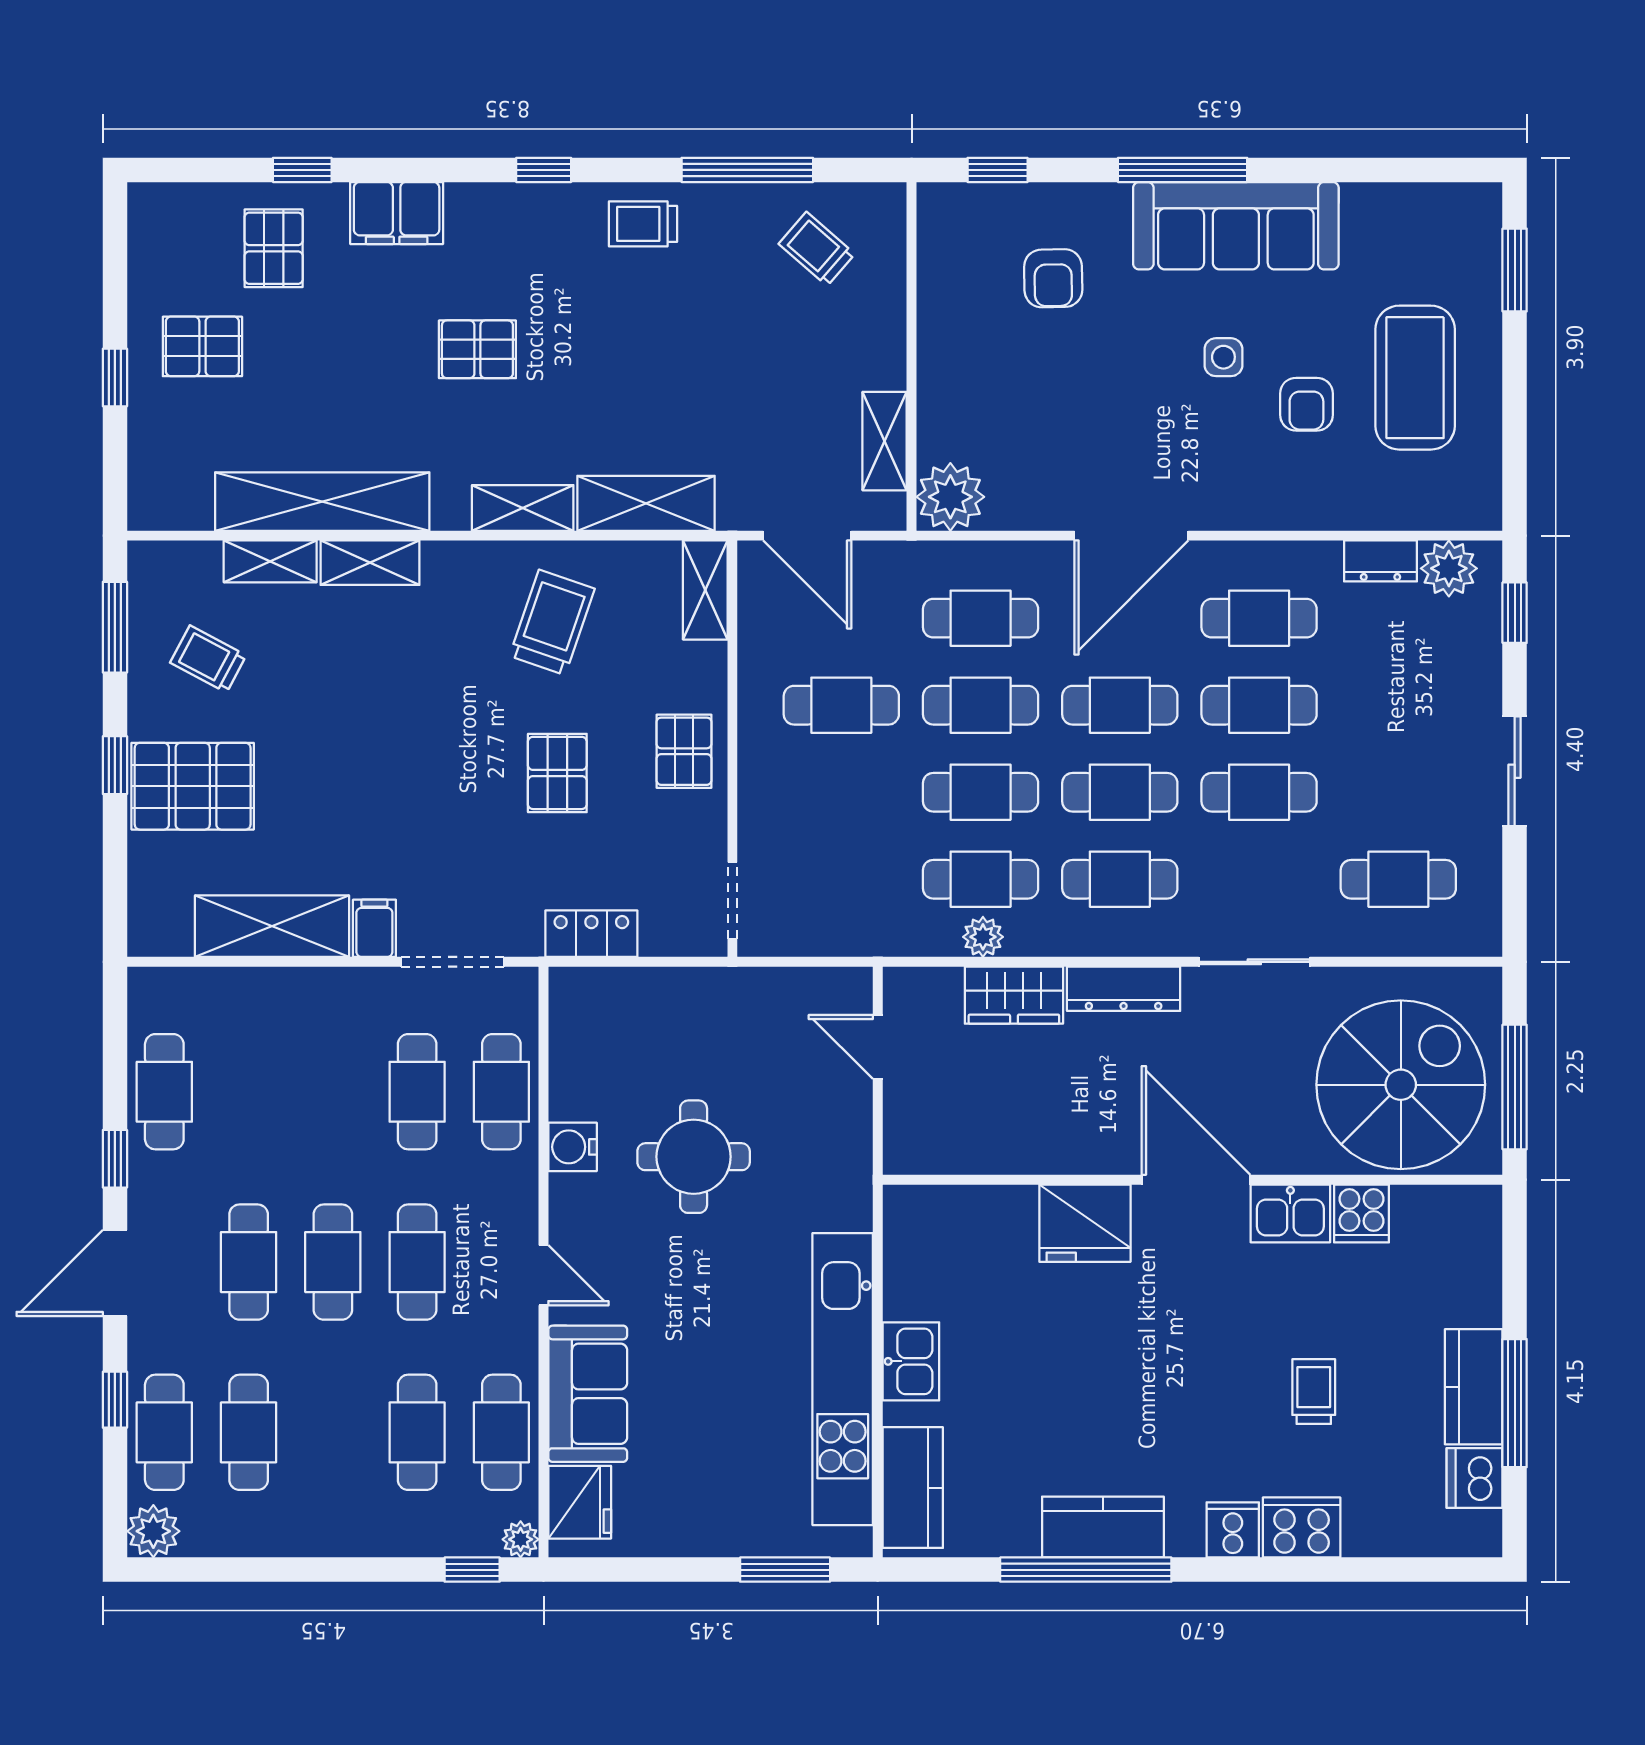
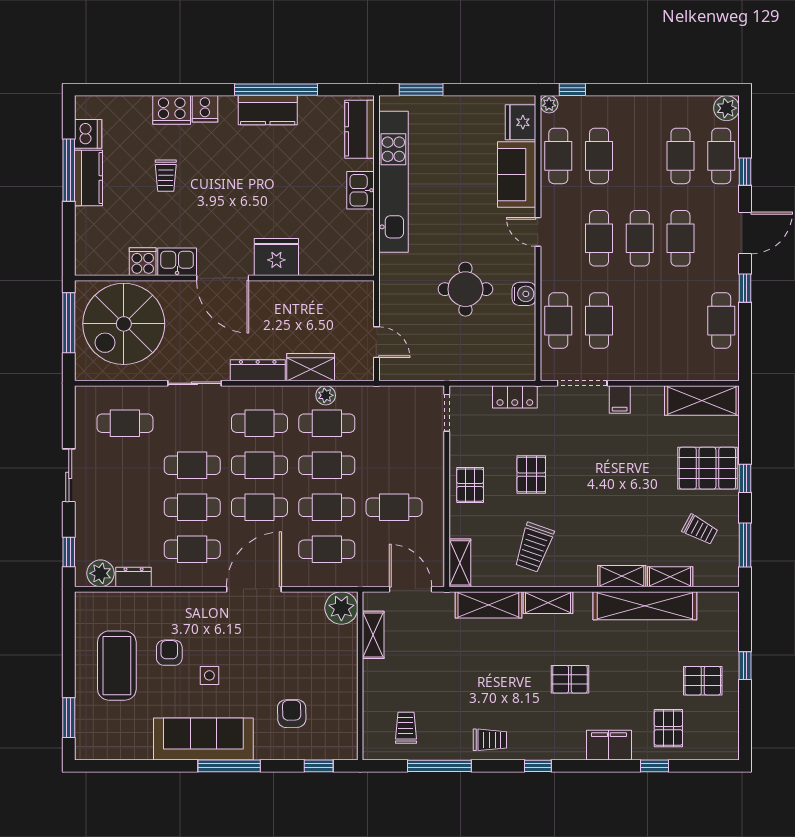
trolley: (817, 249) -> (406, 728), turned -131
shelving: (272, 926) -> (702, 401), moved

